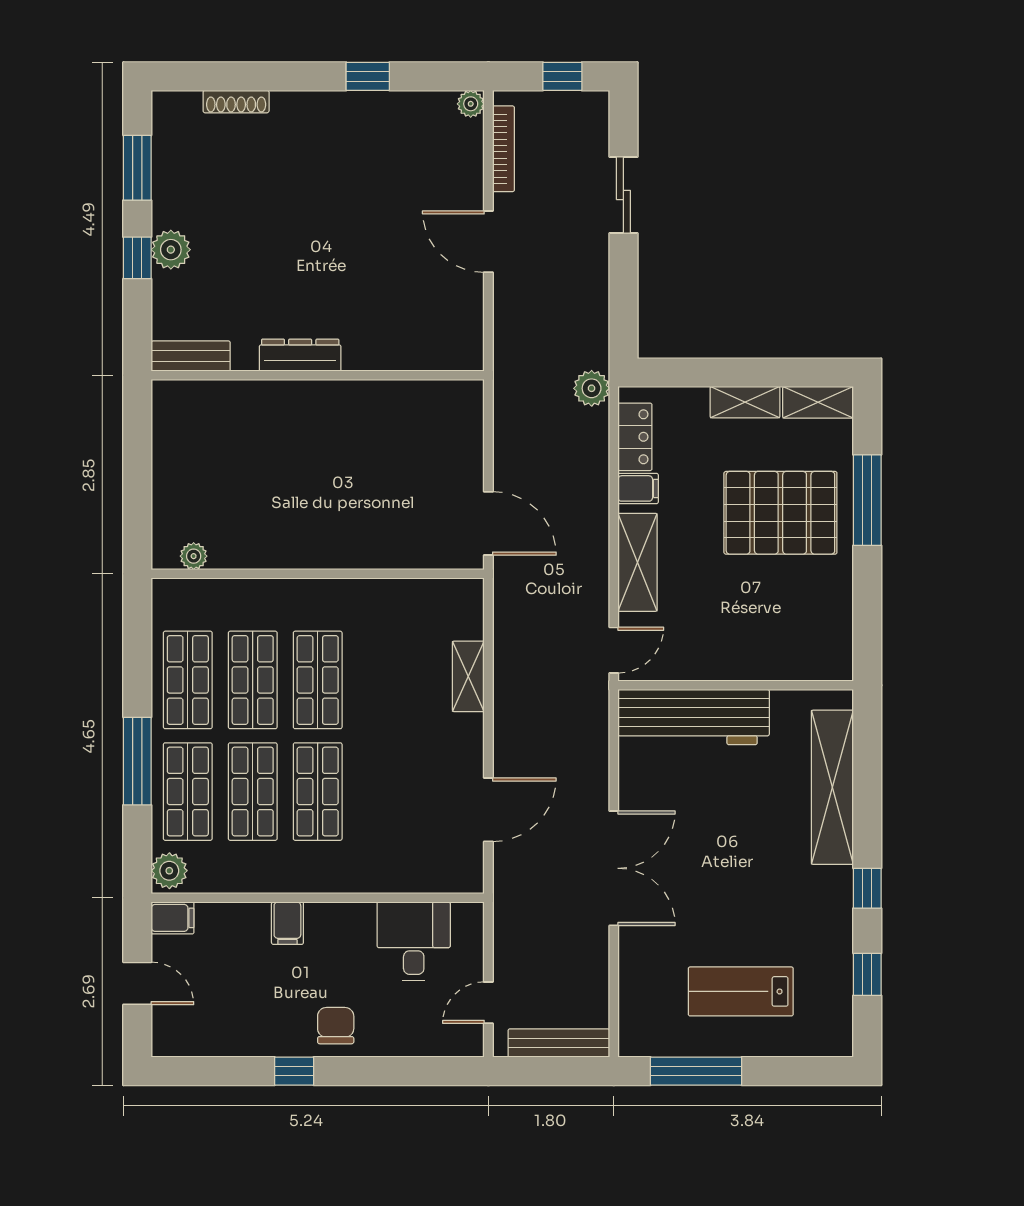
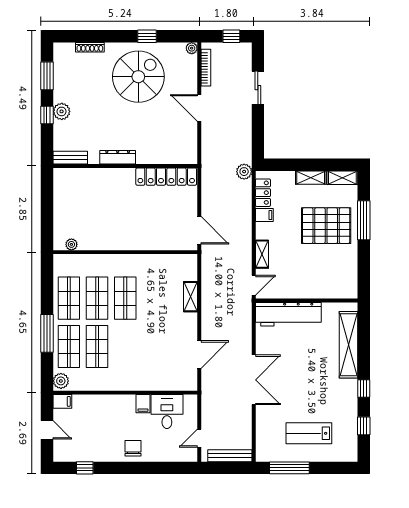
spiral stairs: (348, 170) -> (138, 77), added
locker: (412, 400) -> (166, 177), added
shelving: (637, 562) -> (262, 254), width x0.67, depth x0.75
shop shelf: (318, 792) -> (125, 347), removed
filing cabinet: (287, 923) -> (143, 404), moved
window: (294, 1071) -> (85, 468), moved

